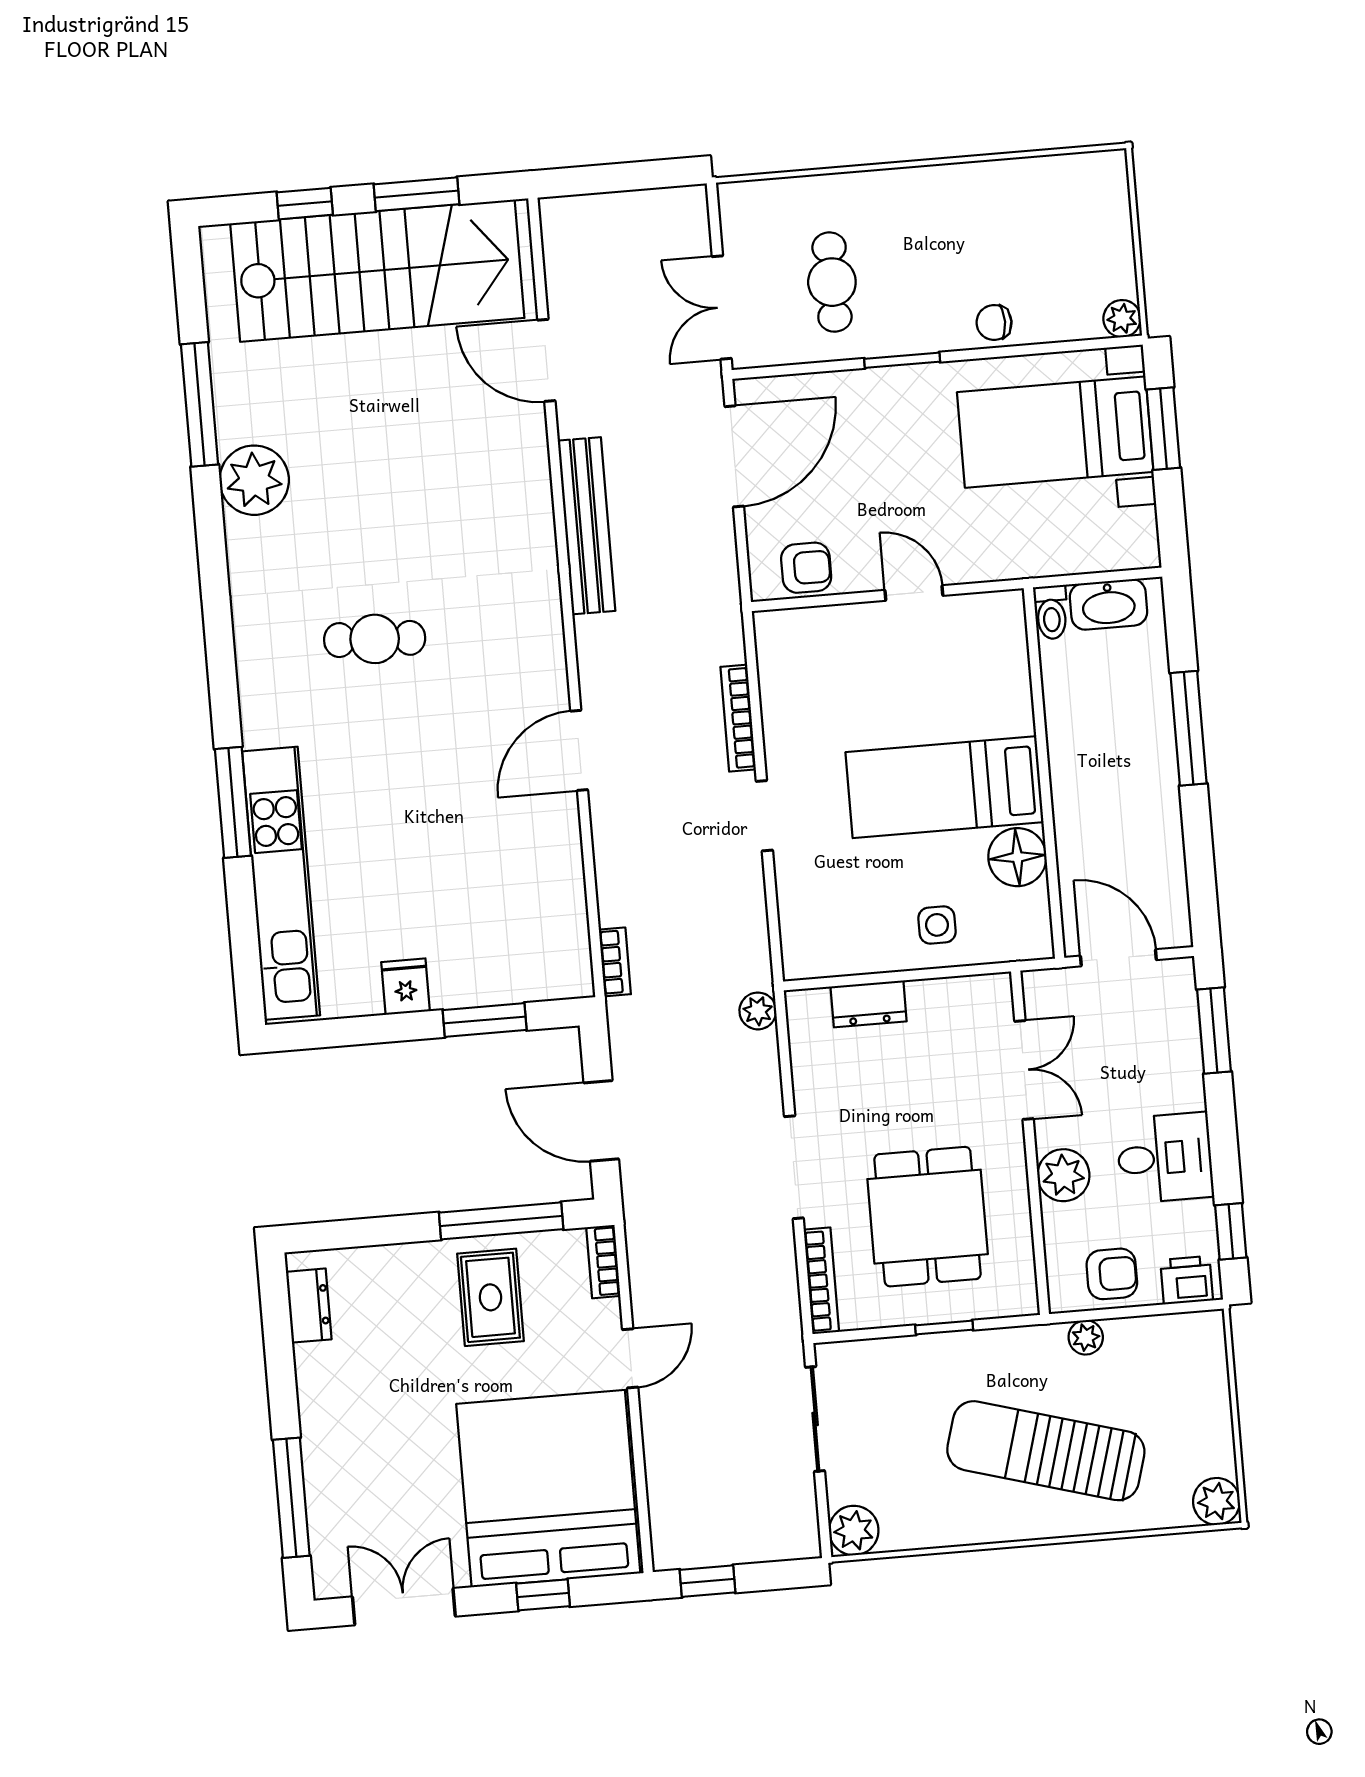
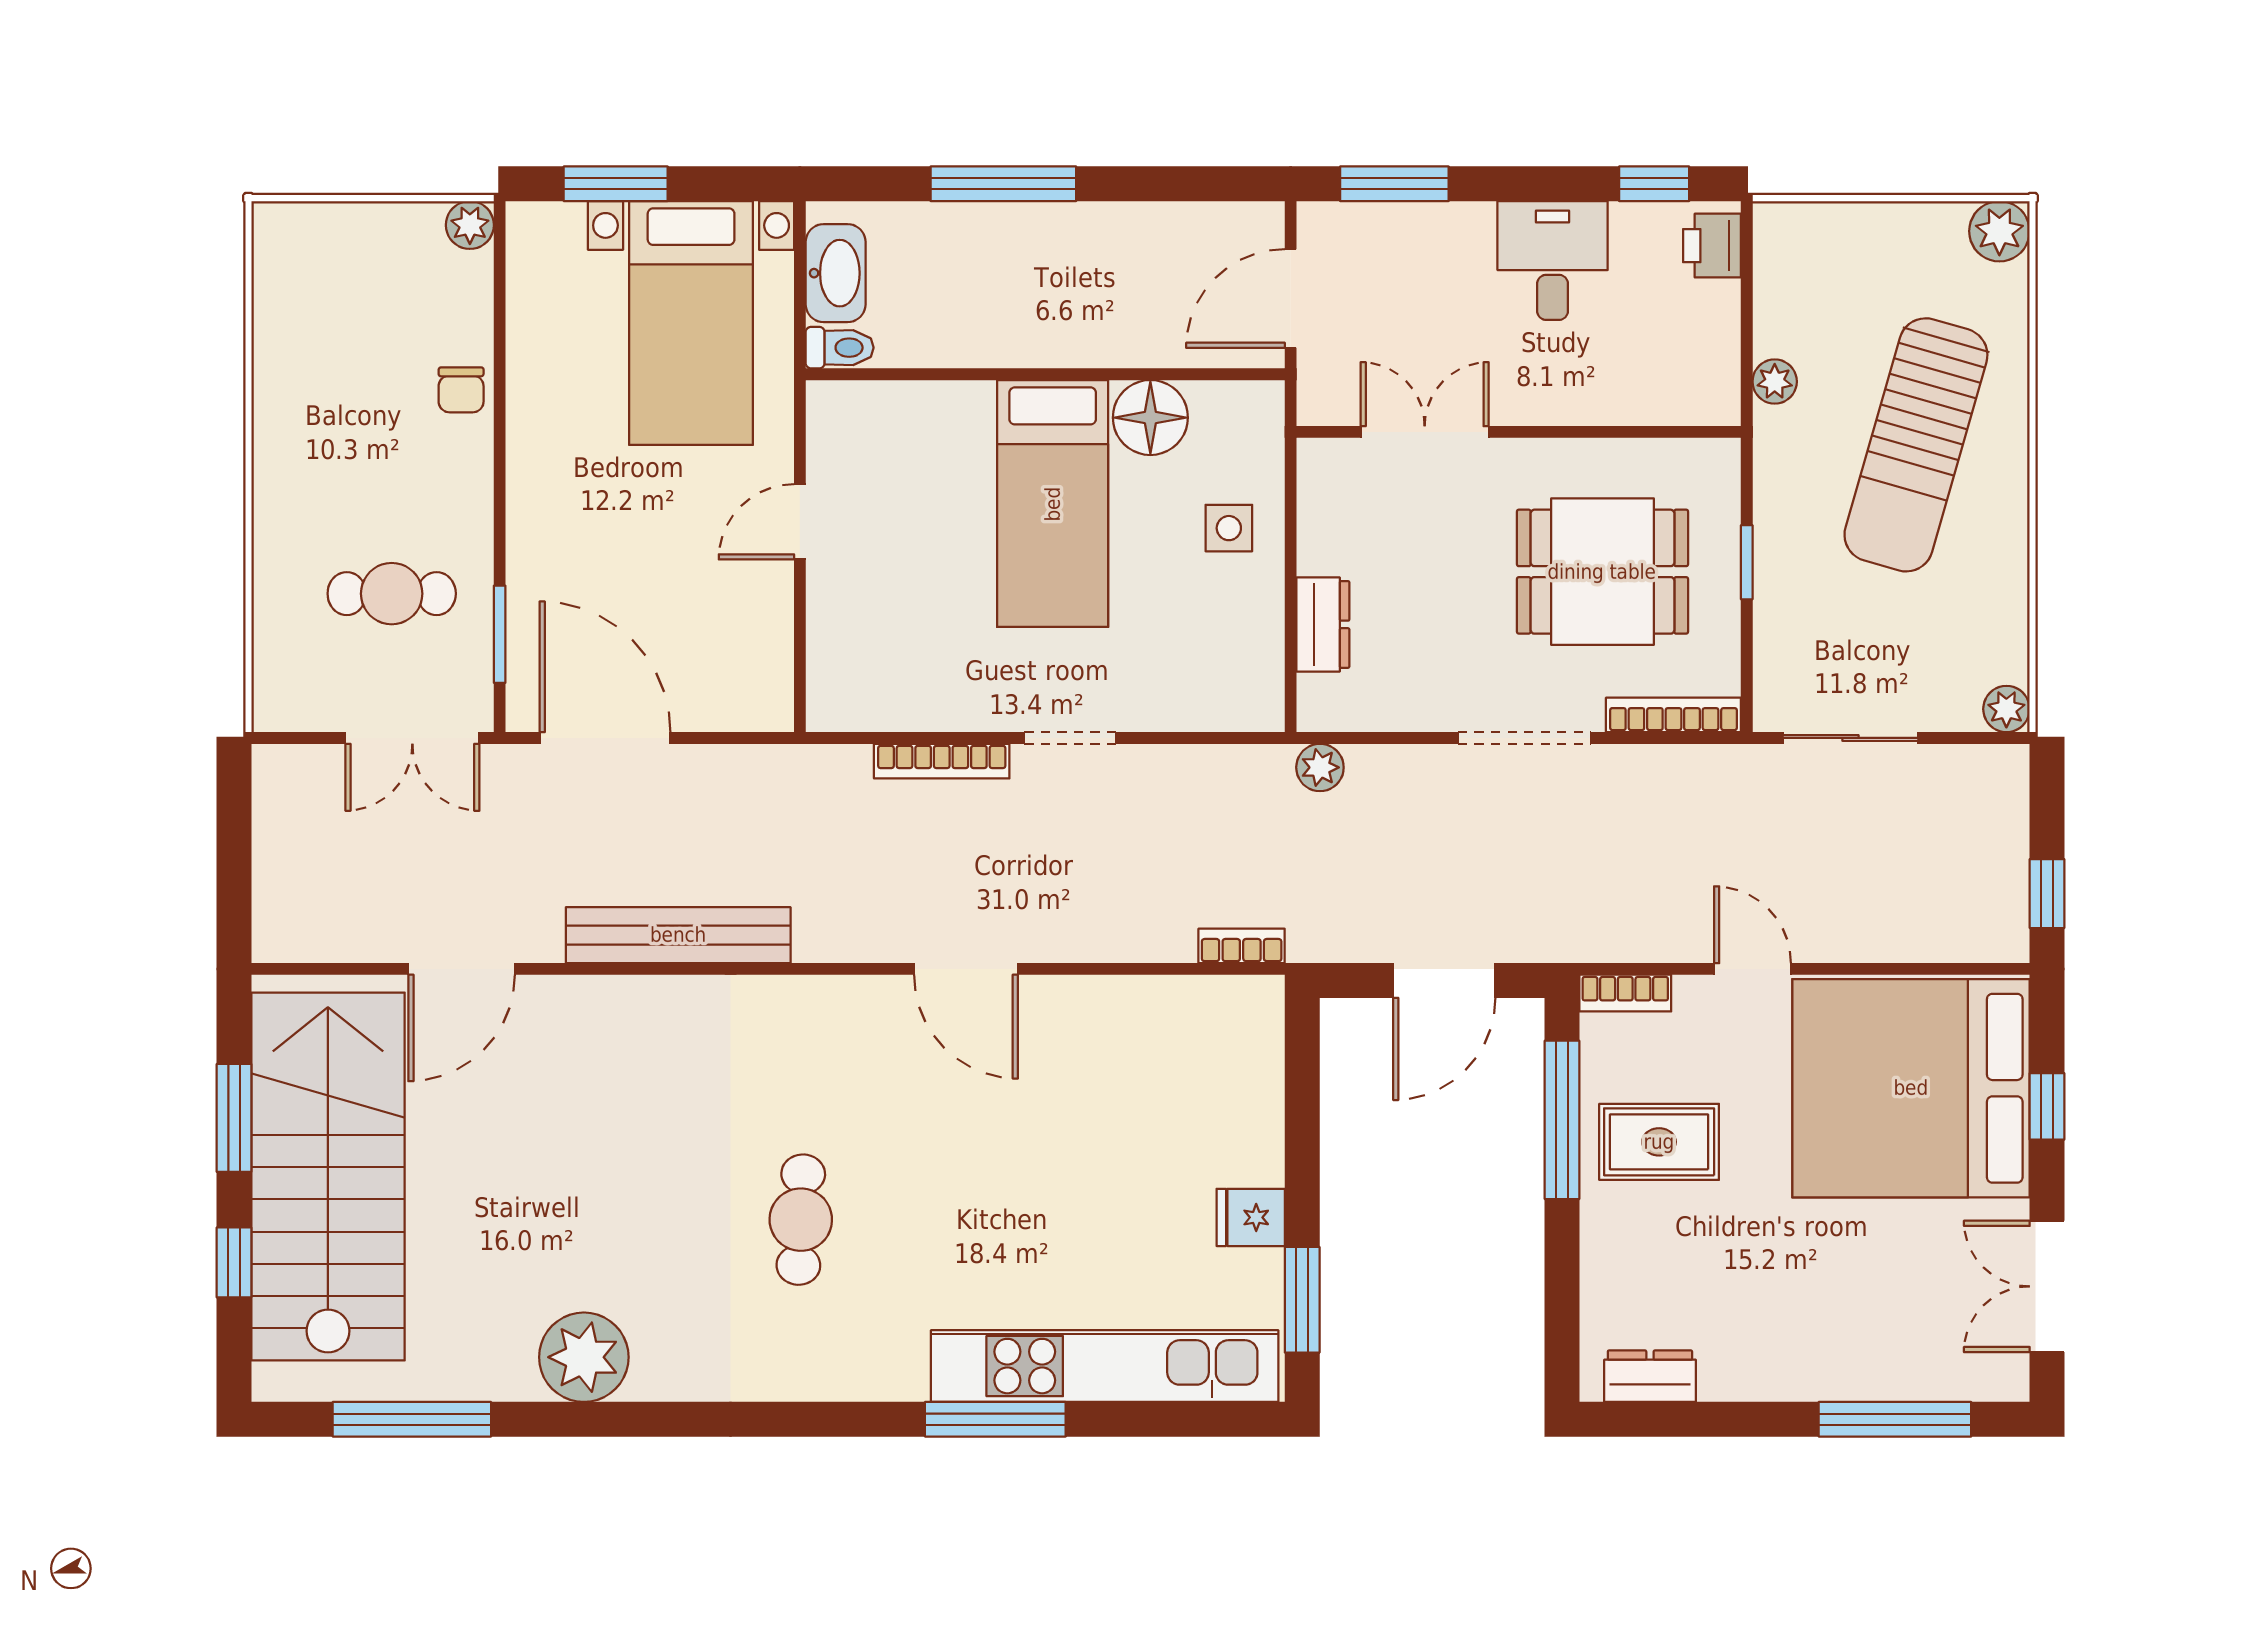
window: (902, 360) -> (500, 634), moved
window: (200, 404) -> (412, 1419), moved
bed with nightstands: (1055, 432) -> (691, 323), moved
armchair: (806, 568) -> (756, 658), removed
window: (485, 1020) -> (1302, 1300), moved
plant: (1063, 1175) -> (1564, 393), removed
armchair: (1112, 1274) -> (1696, 341), removed
plant: (854, 1531) -> (2006, 709), width x0.73, depth x0.73

